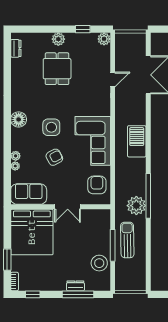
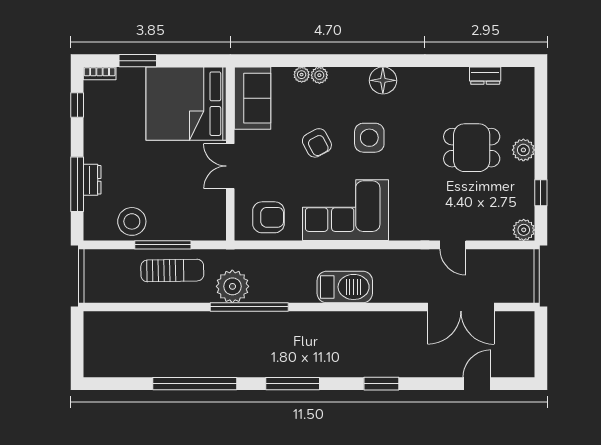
dresser: (16, 48) -> (485, 76), moved

